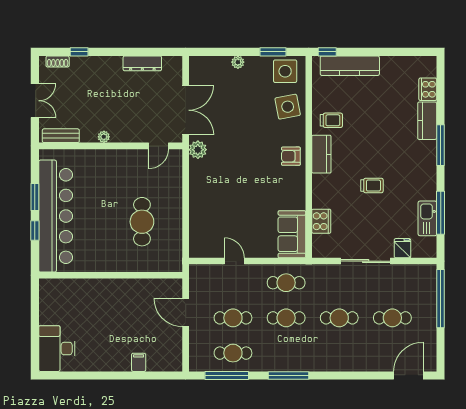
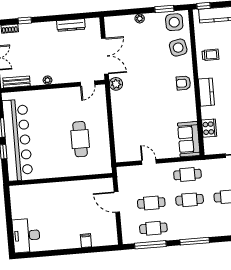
kitchen counter: (321, 154) -> (206, 92), moved

